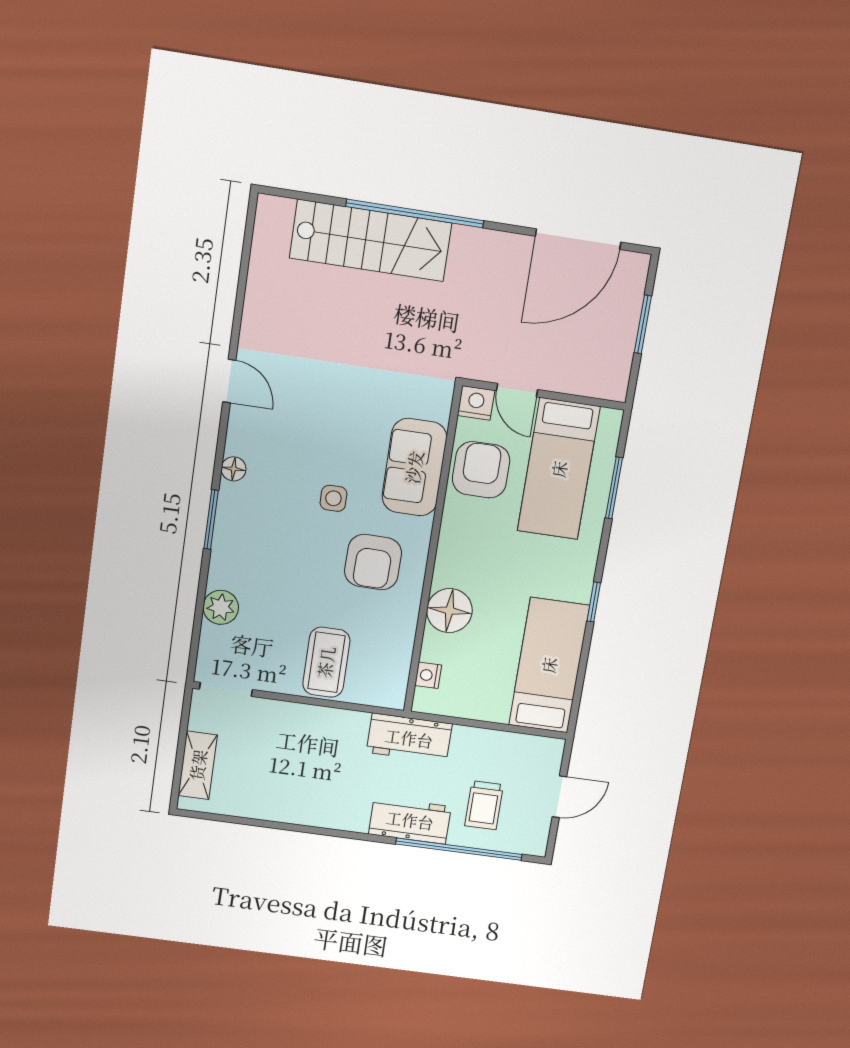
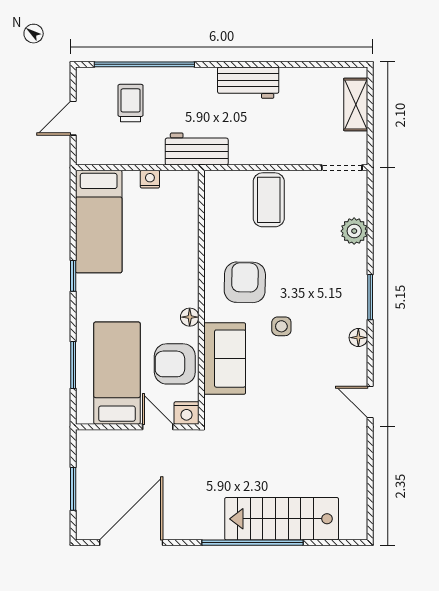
armchair: (481, 470) -> (175, 364), turned 90
floor lamp: (449, 611) -> (190, 317), moved, width x0.53, depth x0.53
nightstand: (428, 675) -> (150, 179), moved, turned -90
workbench: (410, 820) -> (248, 83), moved

